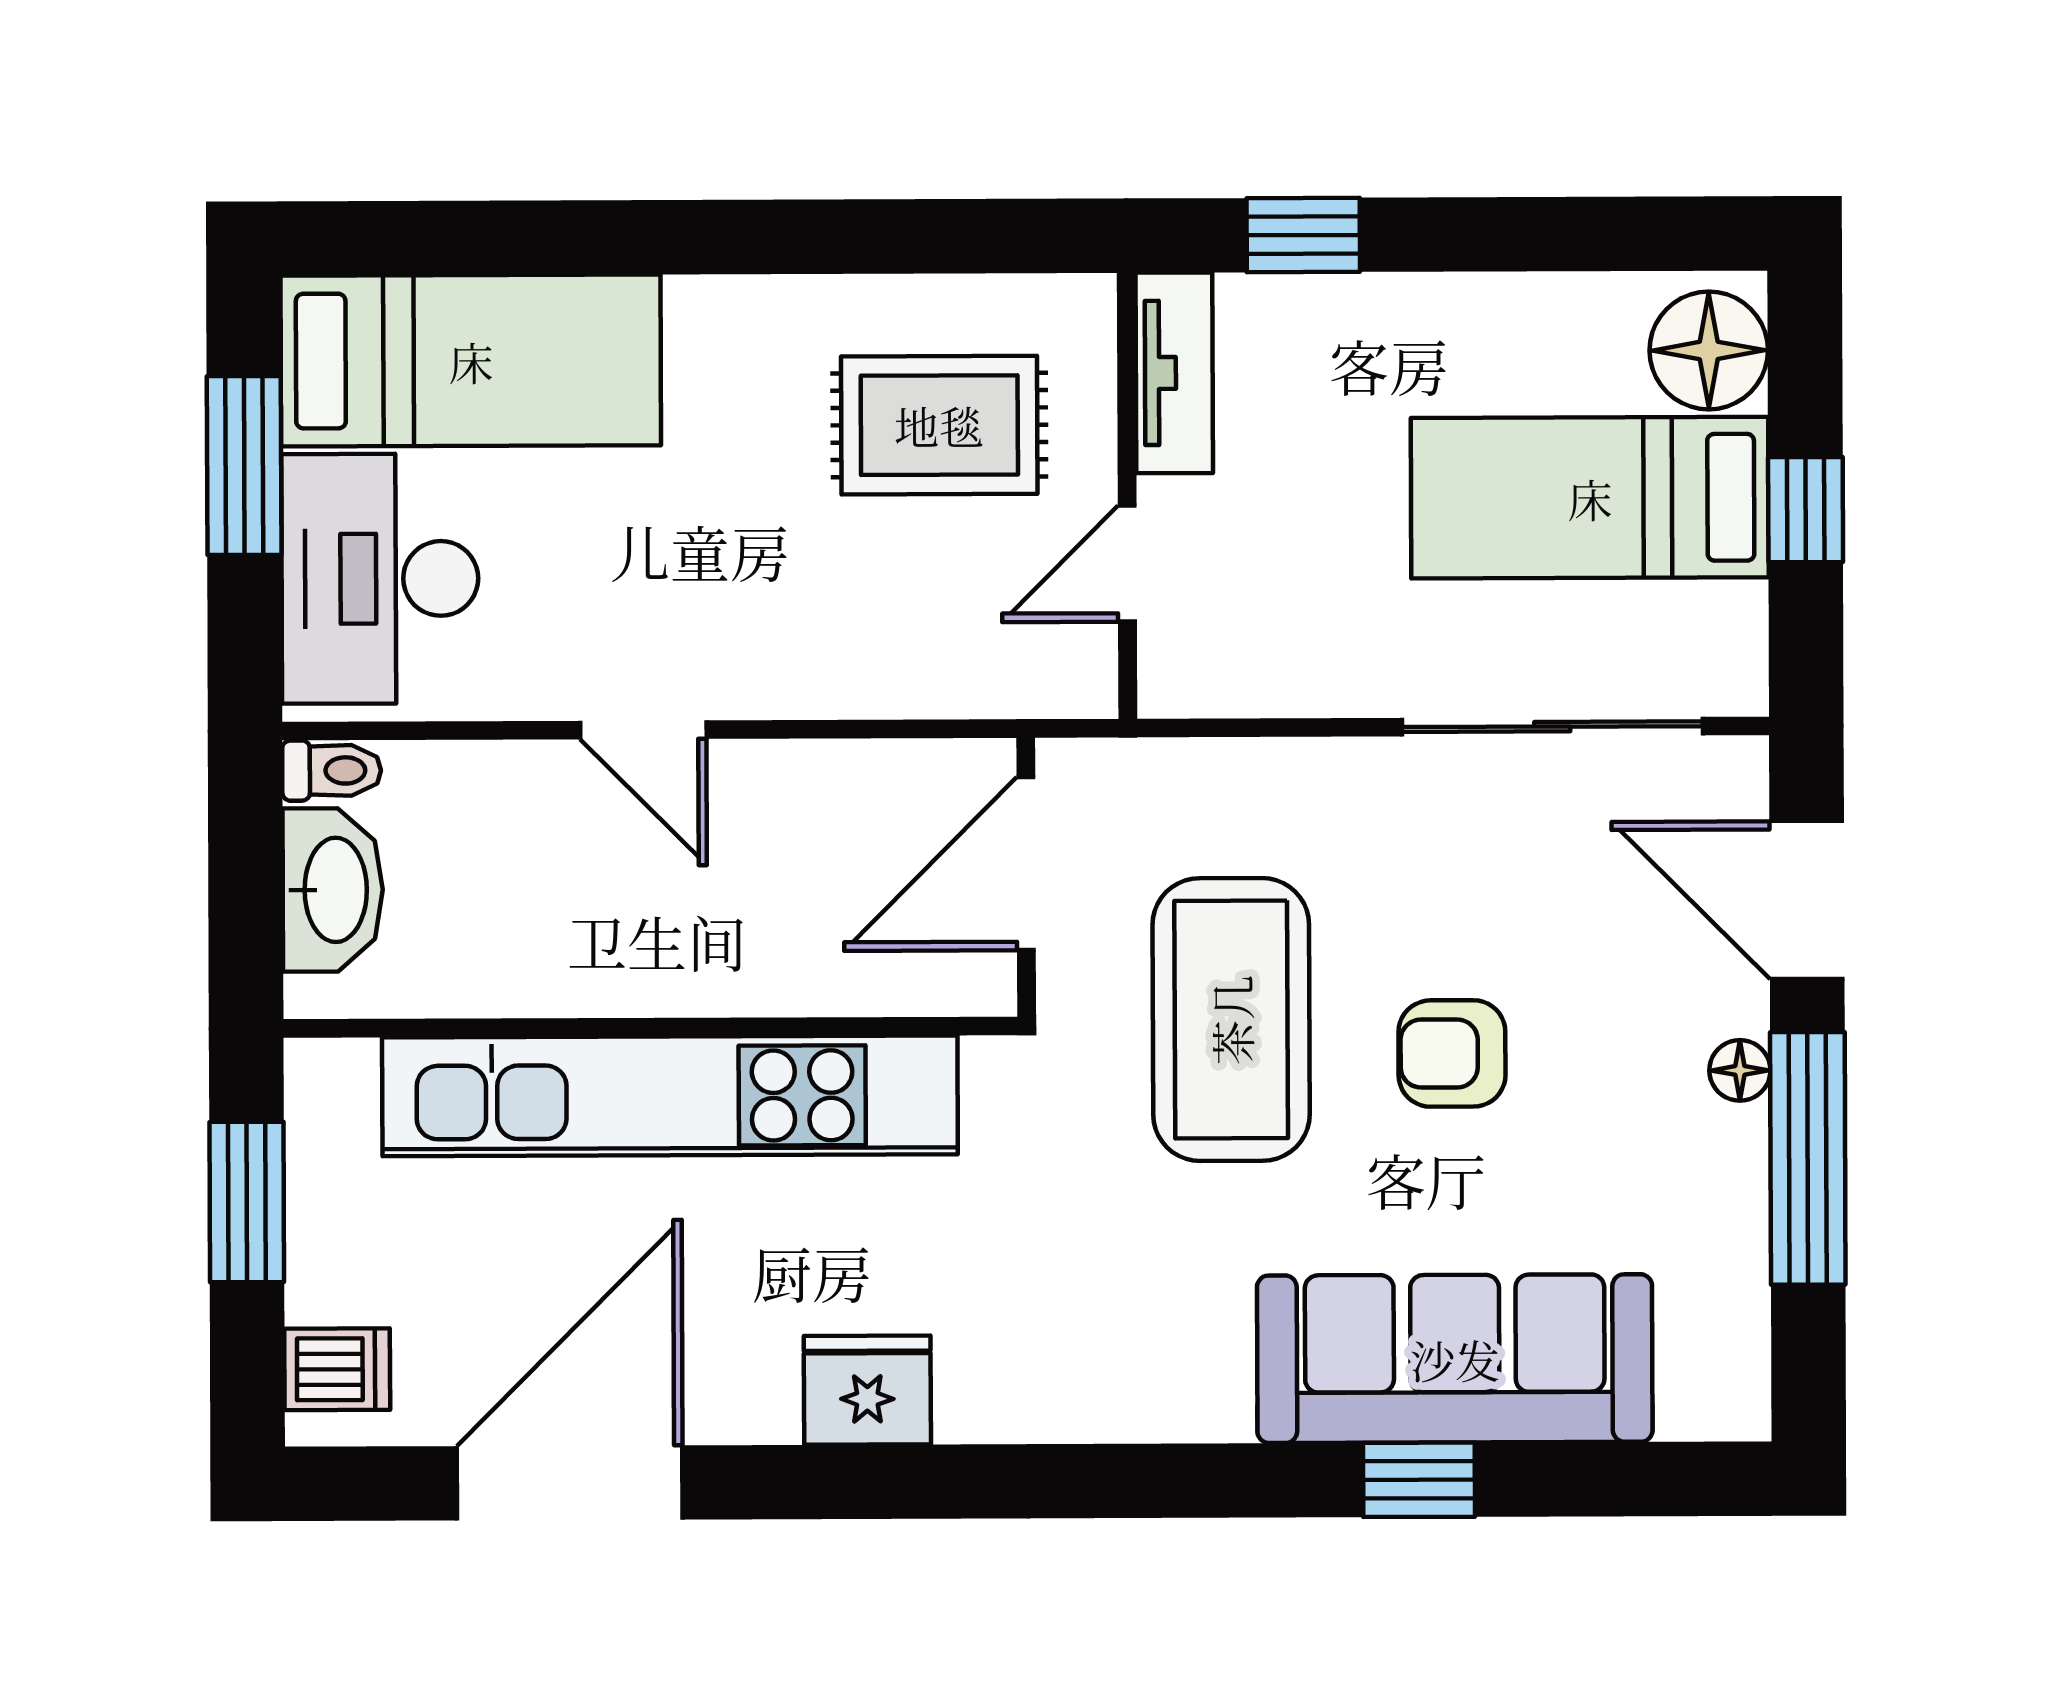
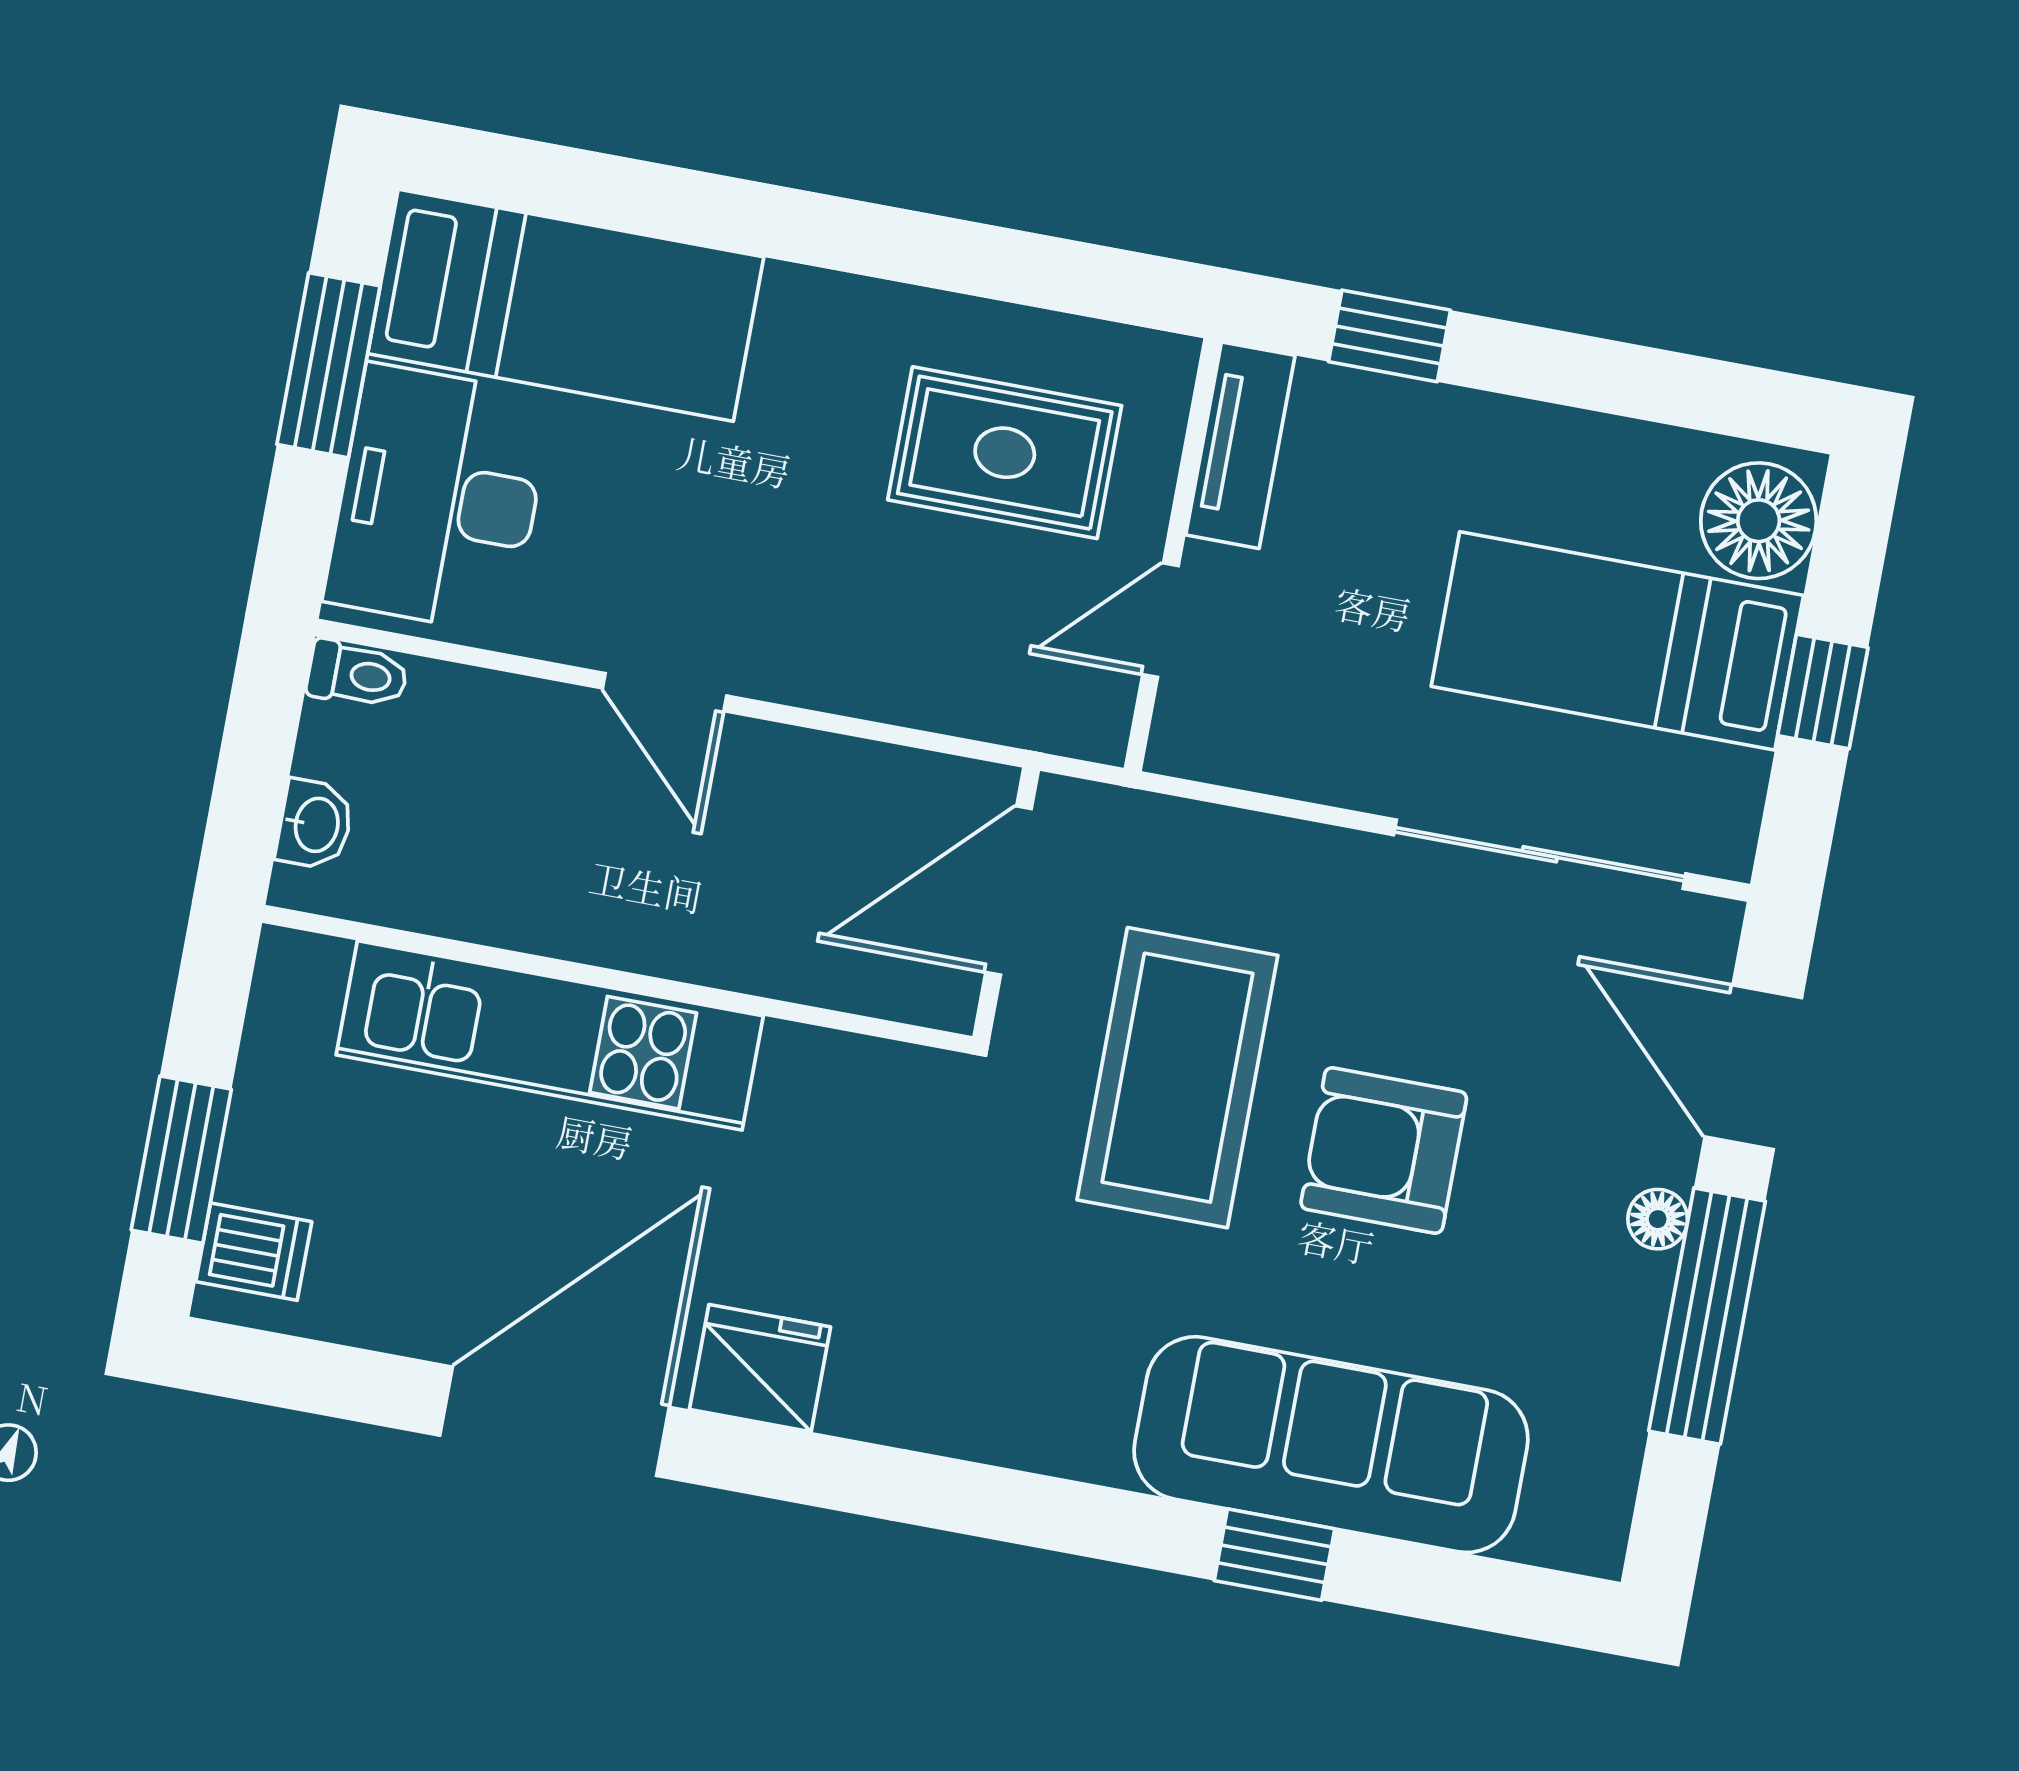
washbasin: (333, 890) -> (315, 824), width x0.52, depth x0.69
armchair: (1452, 1053) -> (1384, 1150), width x1.38, depth x1.38
kitchen unit: (670, 1096) -> (550, 1035), width x0.73
window: (247, 1202) -> (181, 1160), moved
door: (570, 1483) -> (554, 1421), moved

